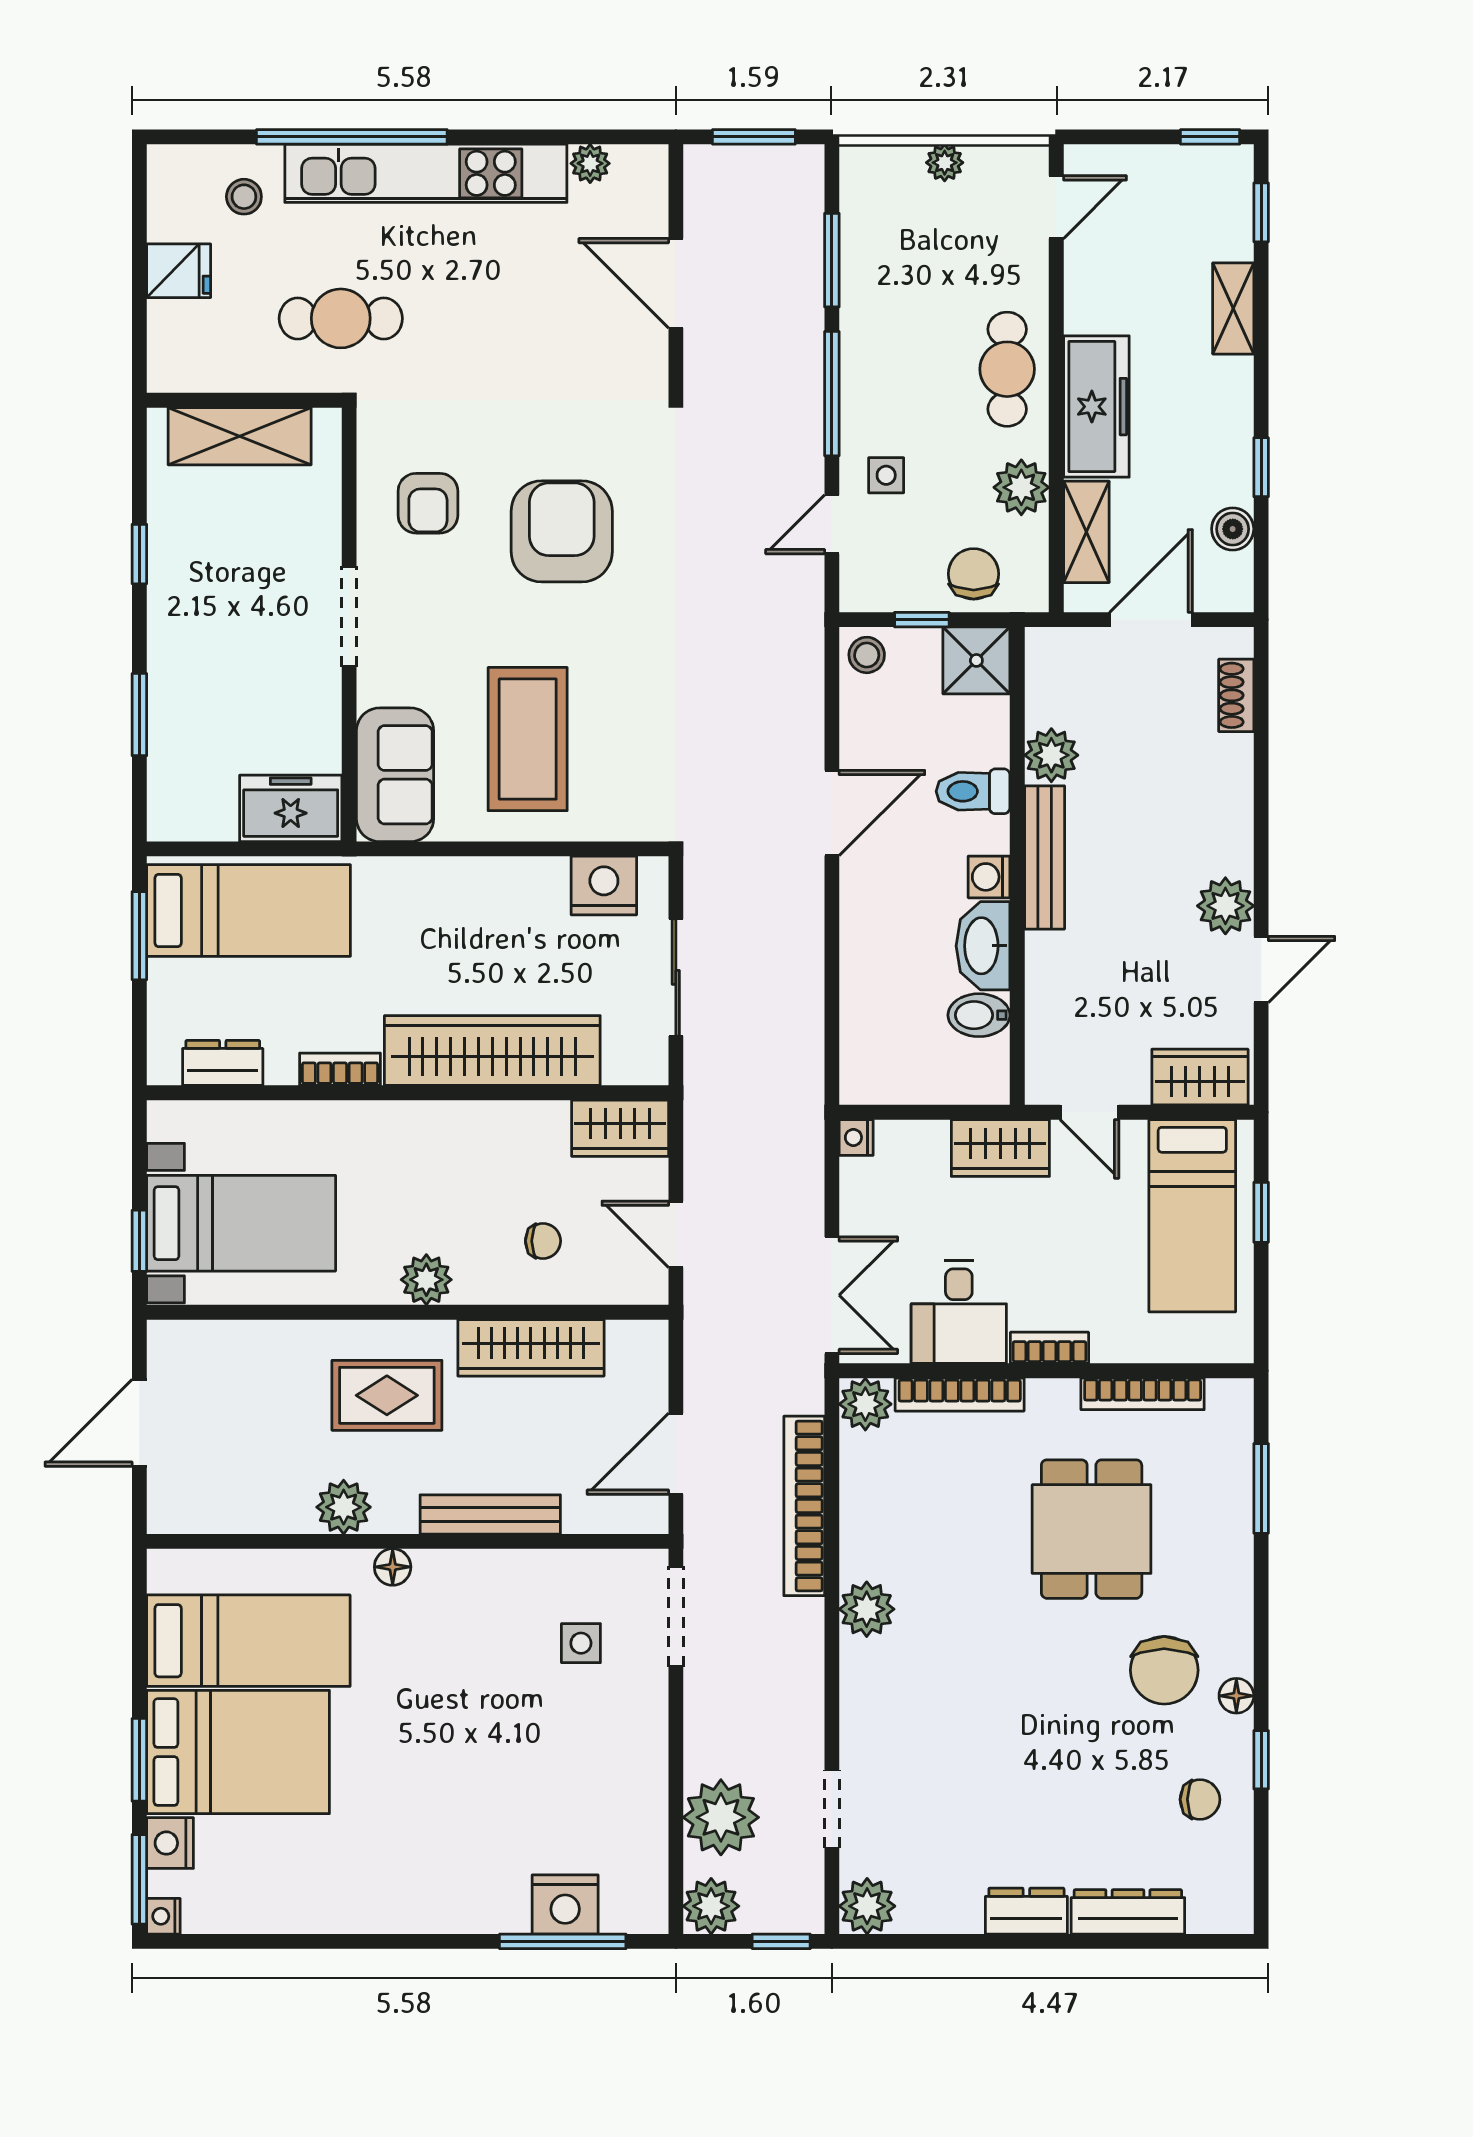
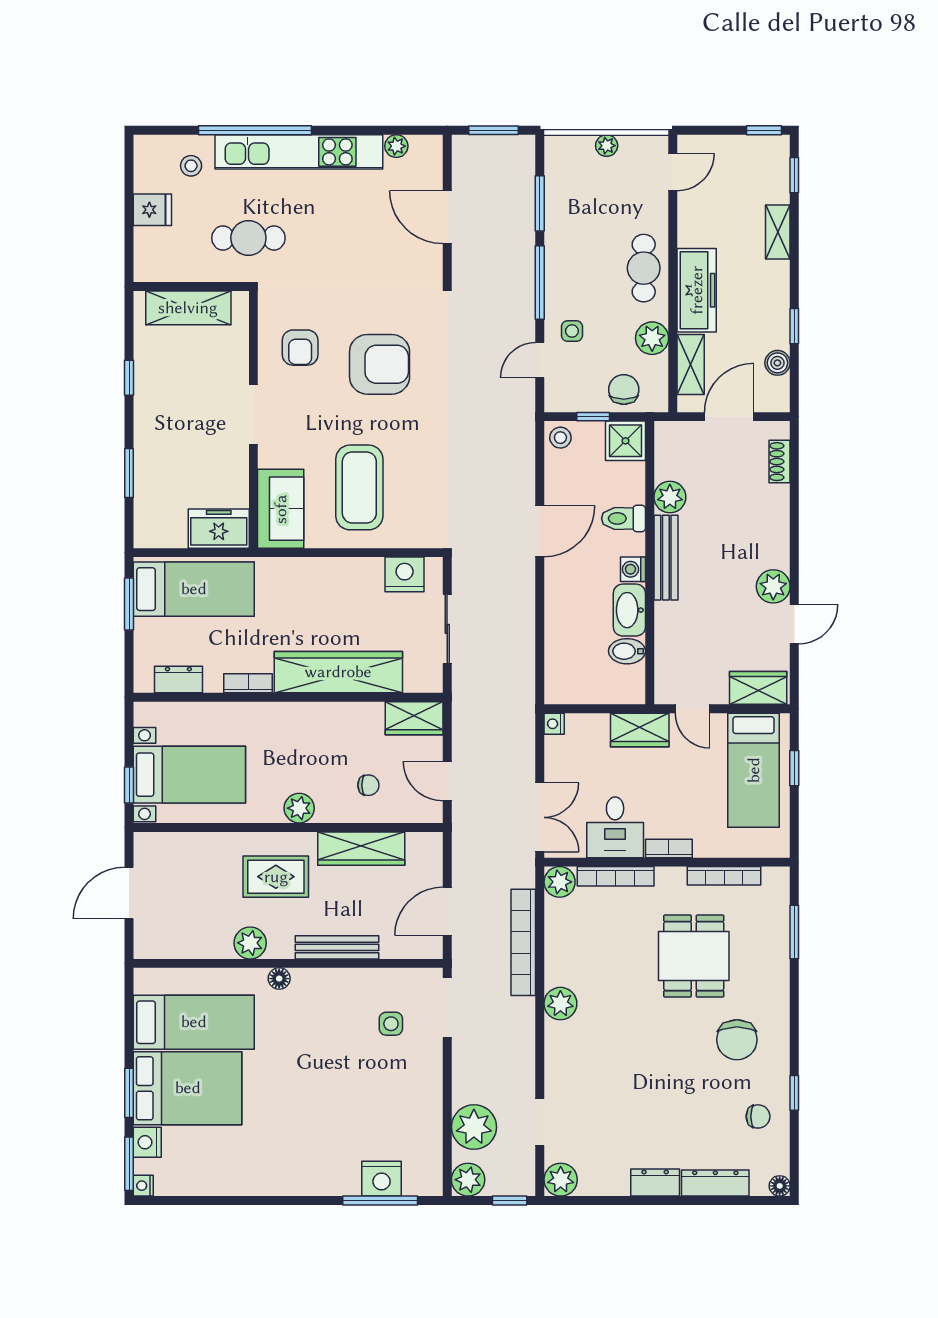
armchair: (562, 531) -> (380, 364), turned 90
floor lamp: (1236, 1696) -> (780, 1186), moved

